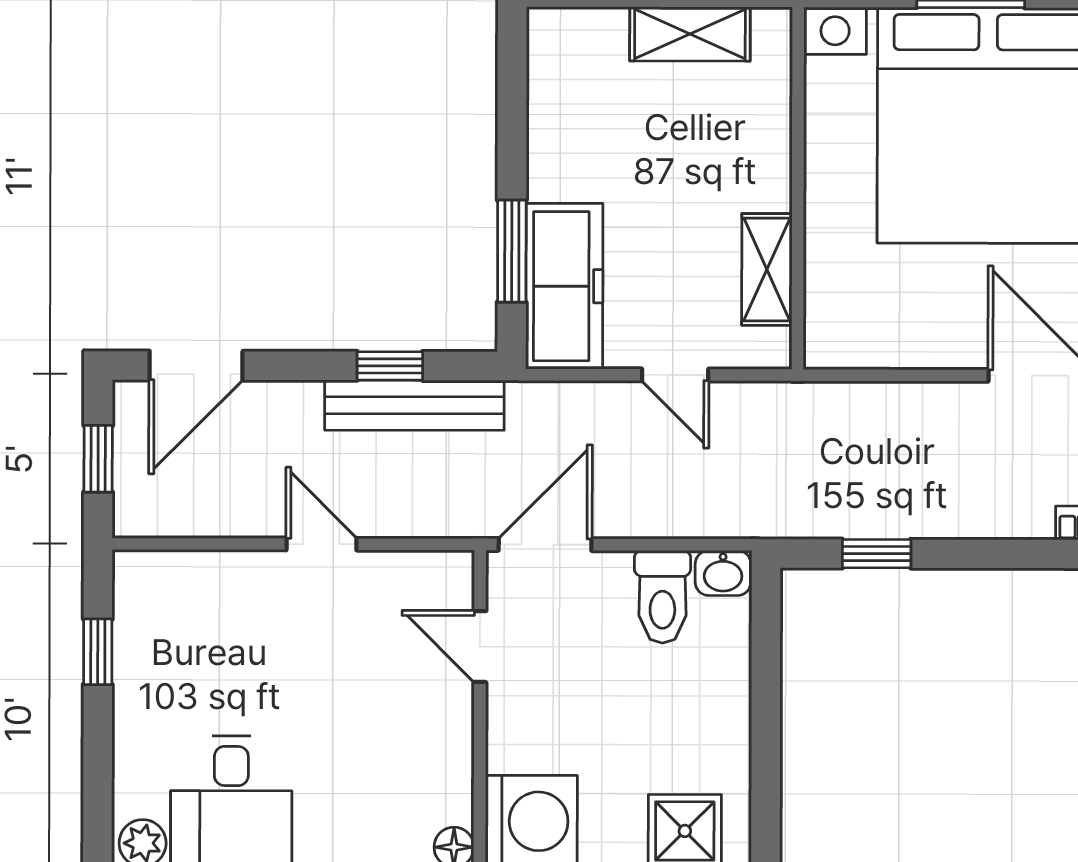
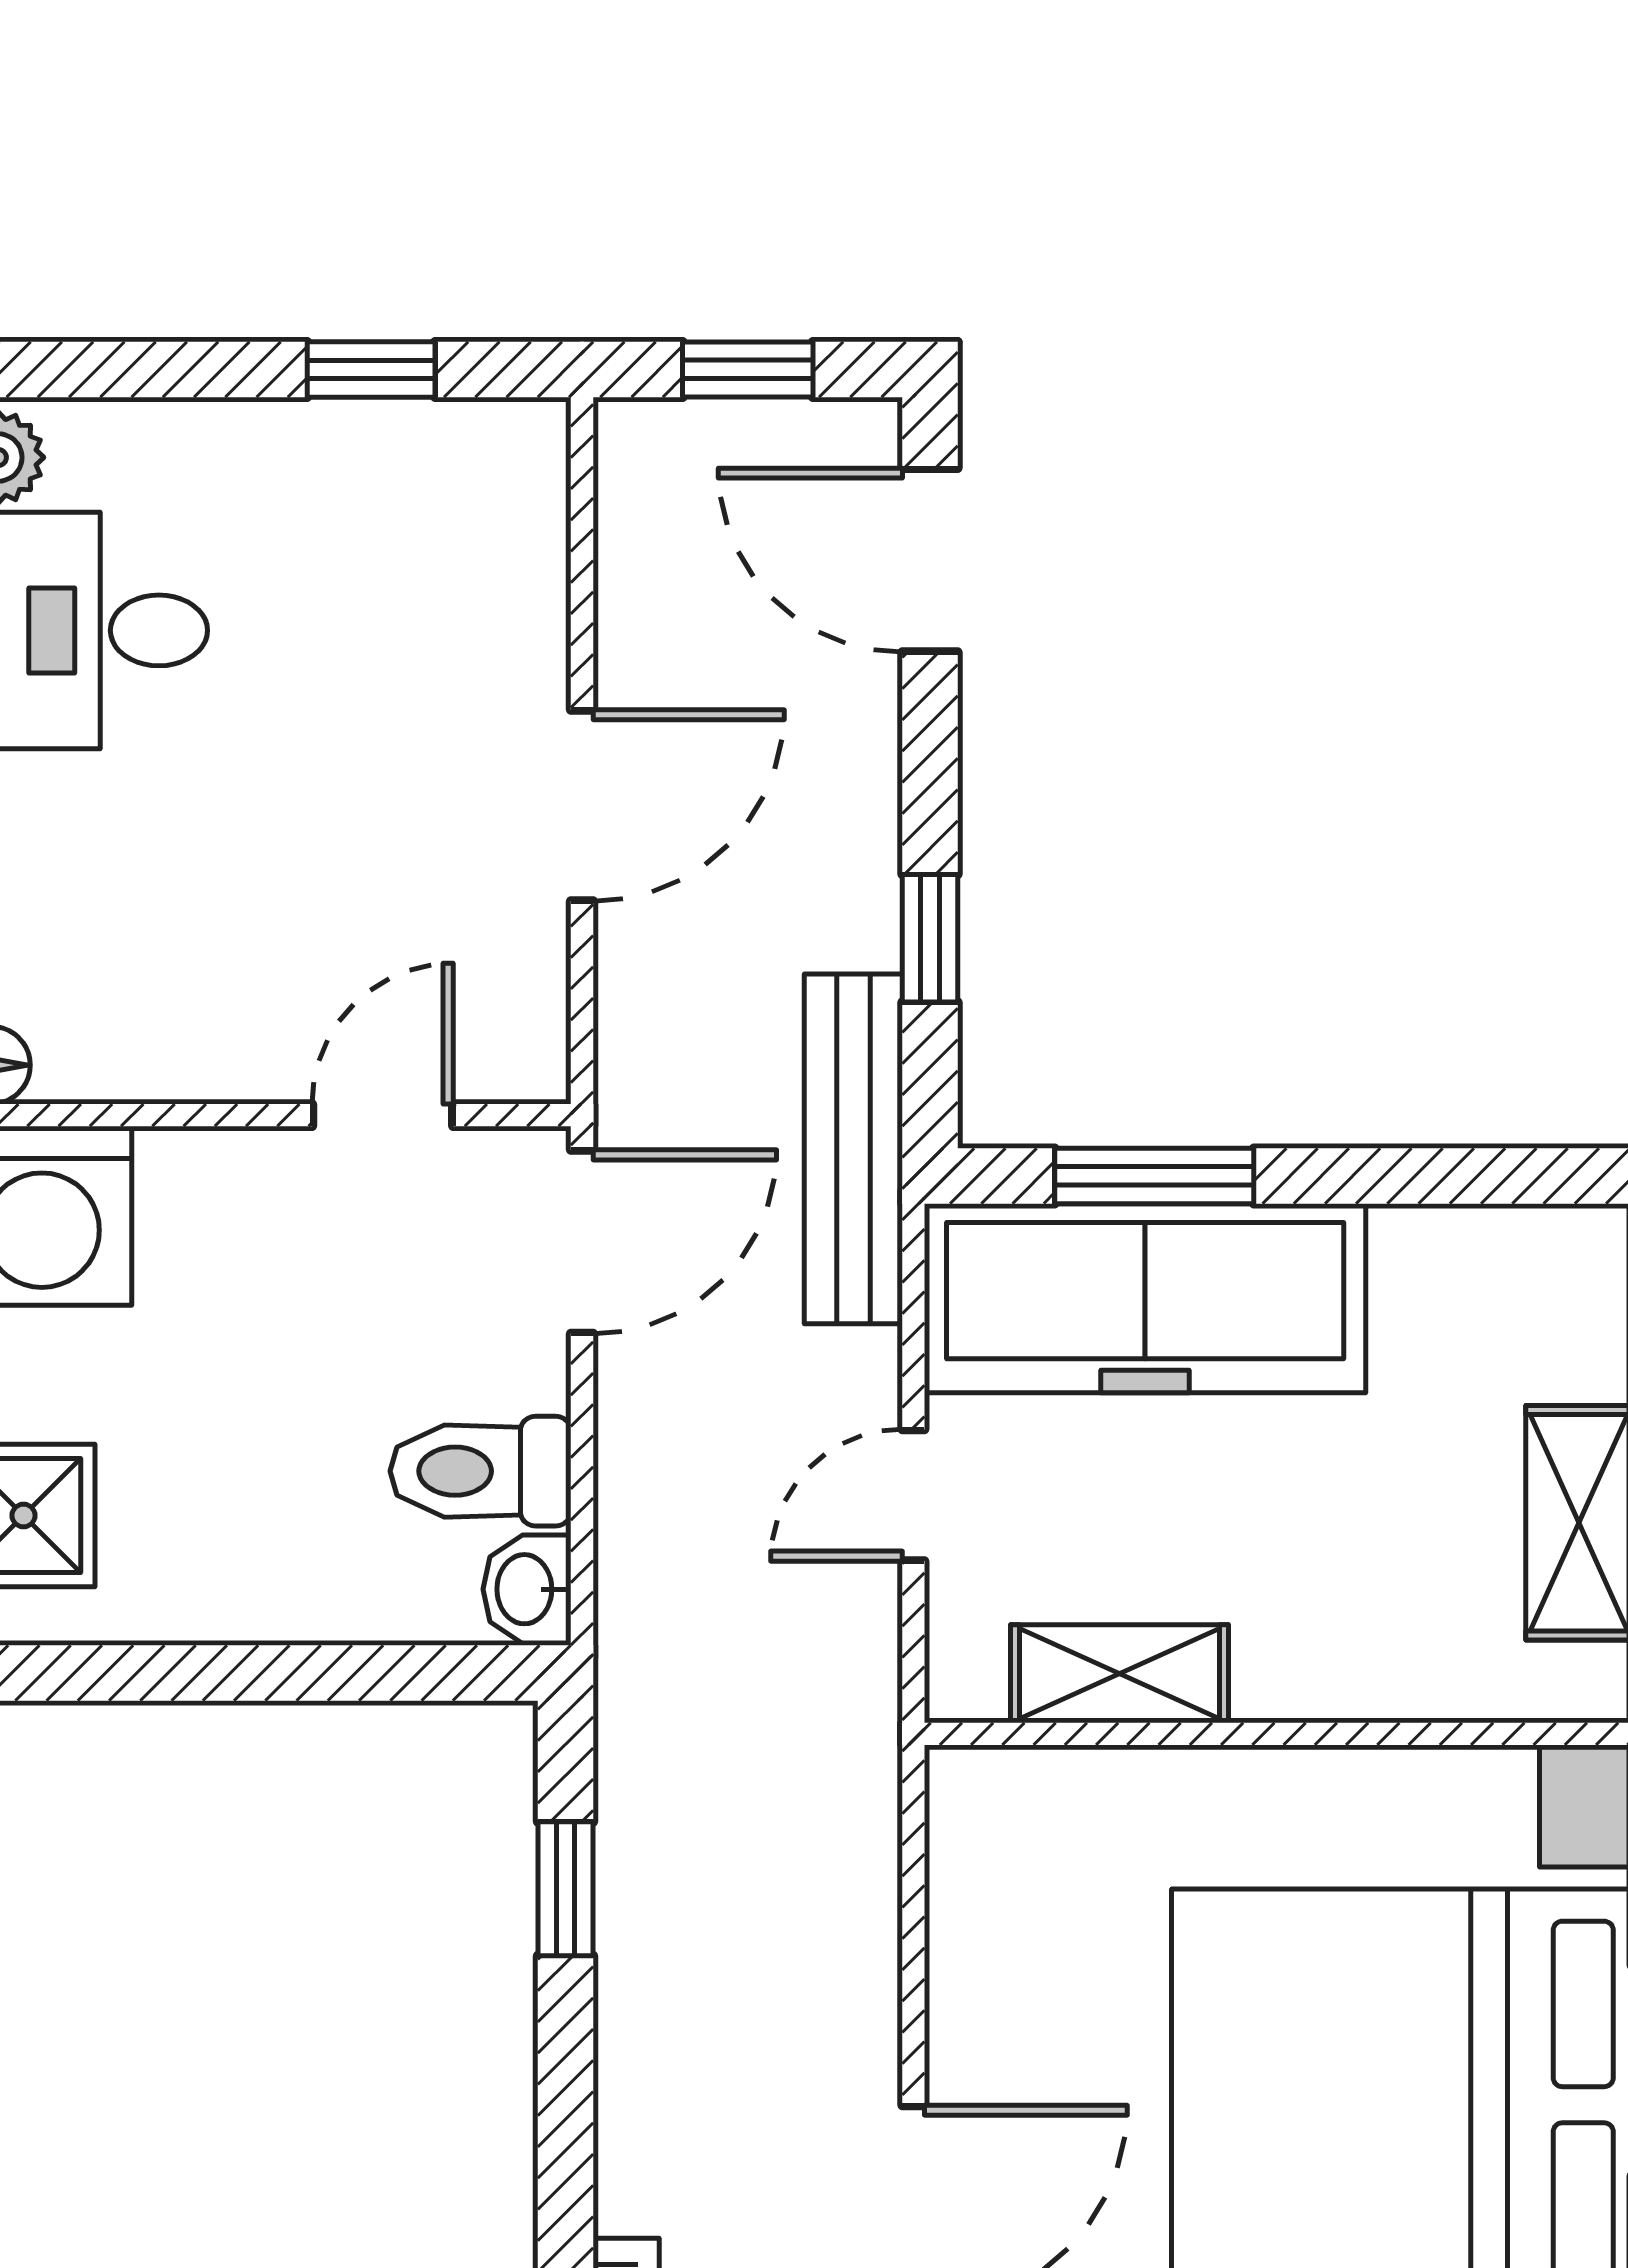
freezer: (564, 286) -> (1145, 1298), width x1.36, depth x1.26
bench: (414, 405) -> (853, 1149), moved
door: (321, 544) -> (582, 805), width x1.38
door: (545, 545) -> (582, 1242), hinge flipped

